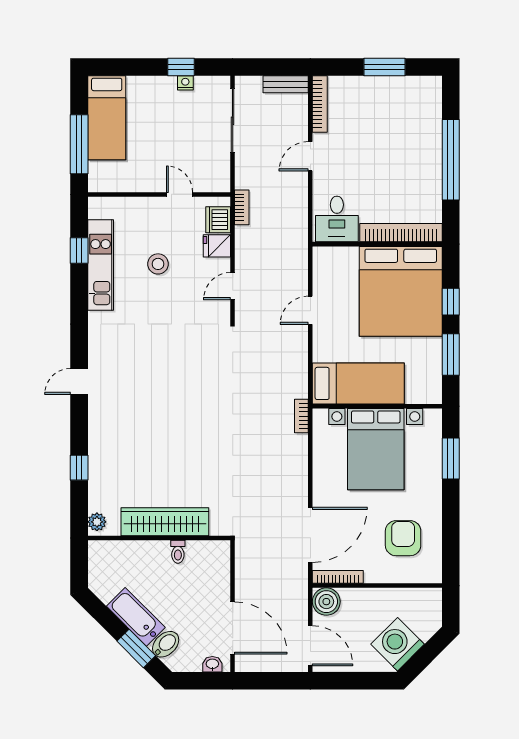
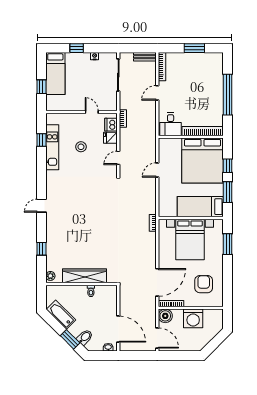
window: (181, 67) -> (77, 48), moved
window: (79, 144) -> (41, 87), width x0.46
bed: (358, 383) -> (200, 207), moved, turned 180
bathtub: (136, 617) -> (61, 315), moved
washing machine: (398, 644) -> (193, 318), moved, turned -135

